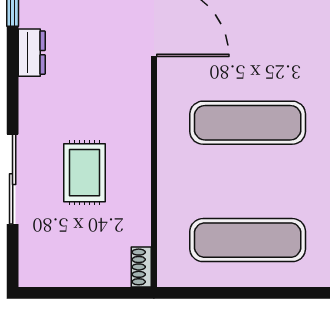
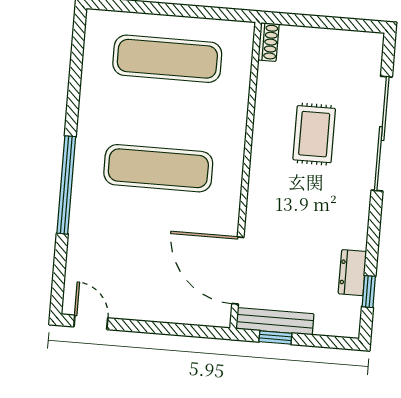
dresser: (32, 53) -> (352, 273), moved
sliding door: (13, 179) -> (382, 134), width x1.36

